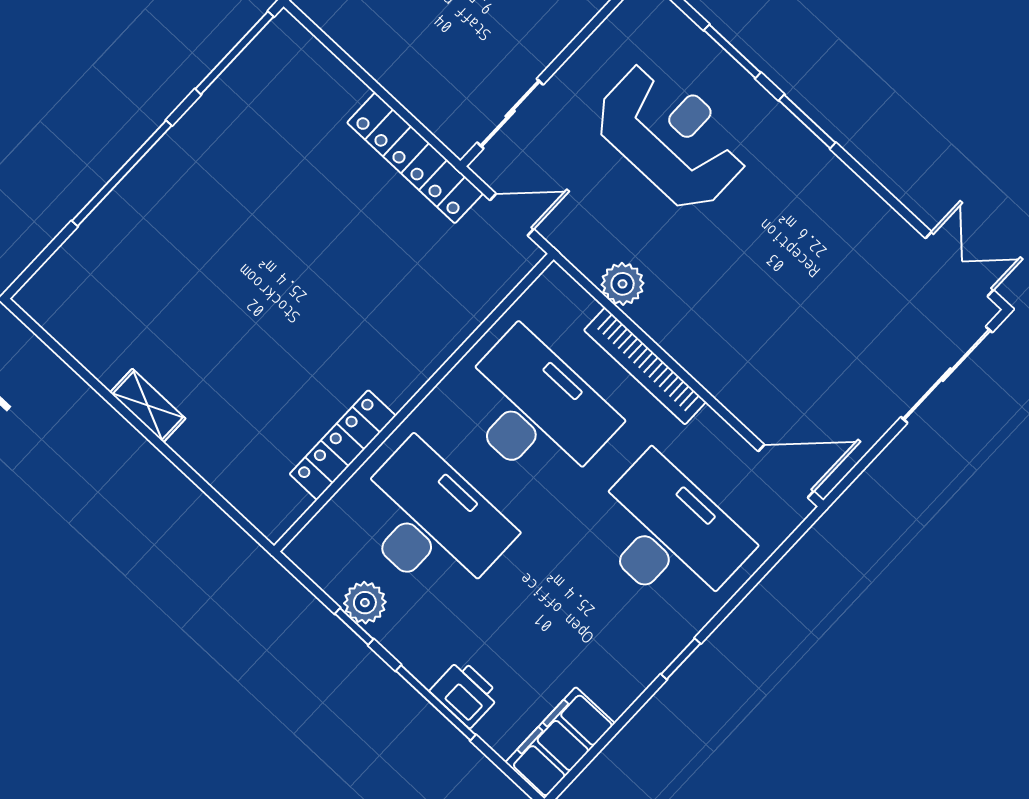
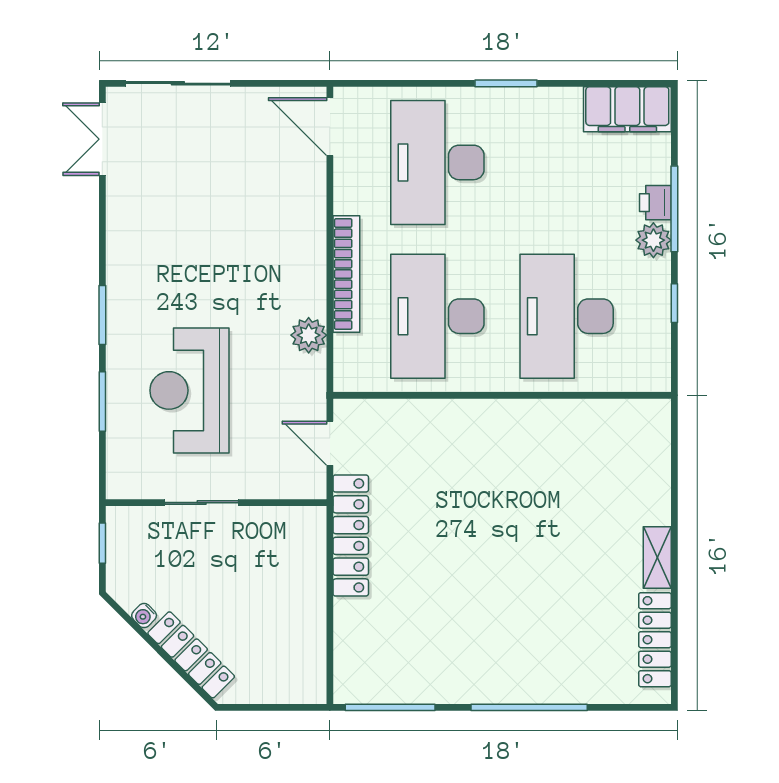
sliding door: (510, 114) -> (202, 503), moved
locker: (343, 445) -> (655, 640), moved, turned 90
plant: (365, 603) -> (653, 240), moved
window: (681, 659) -> (506, 83), width x1.50
printer: (465, 693) -> (655, 203), width x0.73, depth x0.81

